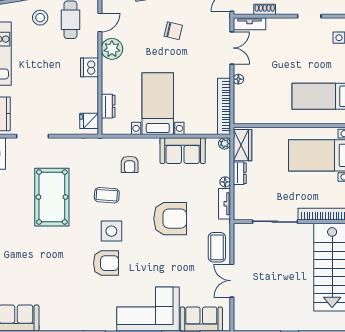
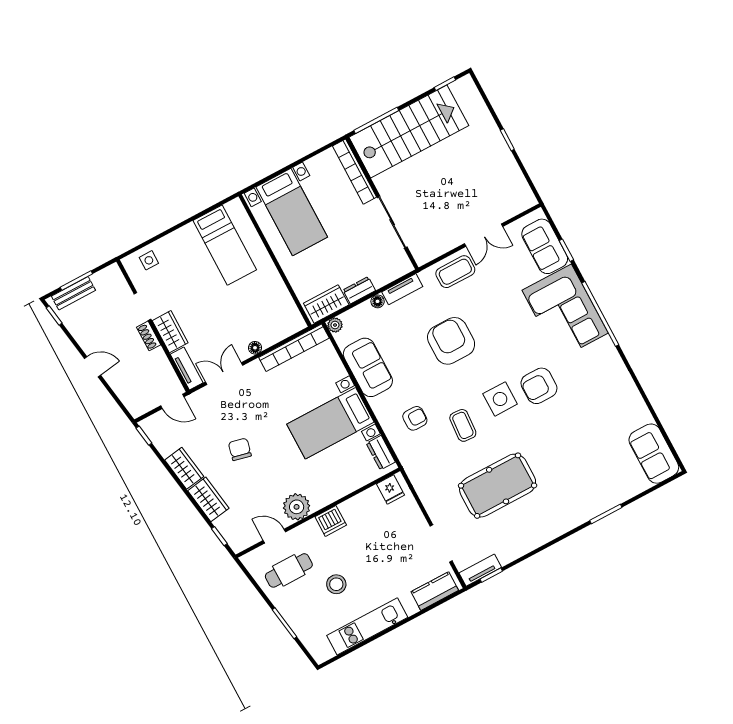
shoe rack: (265, 9) -> (149, 336), moved
stool: (40, 18) -> (336, 584), moved
wardrobe: (281, 26) -> (170, 332), added
dresser: (108, 106) -> (381, 453), moved, turned -90
armchair: (106, 263) -> (539, 386), turned -90

